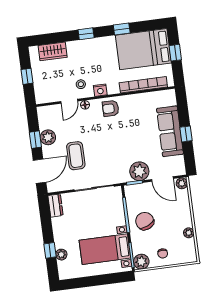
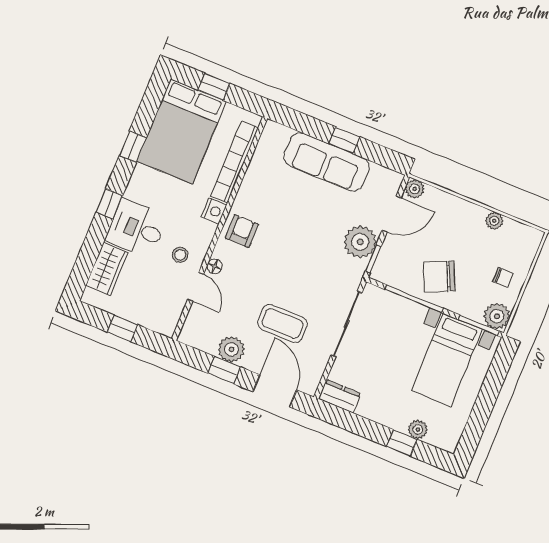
desk: (82, 54) -> (136, 228), added
nightstand: (100, 90) -> (214, 211), moved
armchair: (111, 108) -> (242, 231), turned 180

